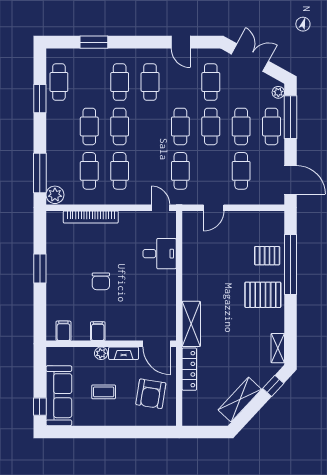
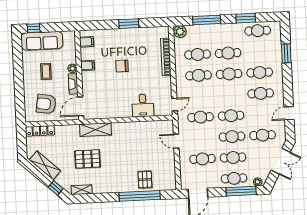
window: (40, 173) -> (207, 20), moved
pallet: (263, 295) -> (88, 159), moved, turned 90
locker: (189, 369) -> (40, 131), moved

